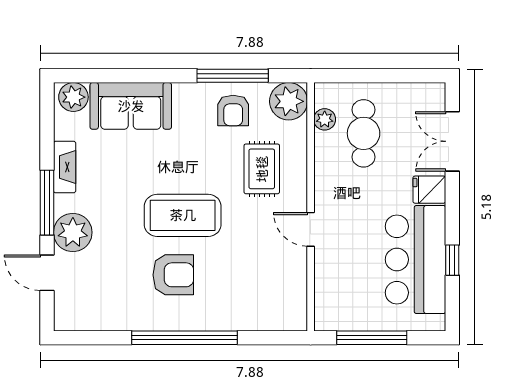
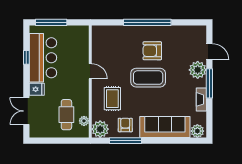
sofa: (131, 106) -> (165, 127), width x1.36
double door: (452, 141) -> (26, 111), swing flipped
window: (372, 338) -> (51, 22), moved

